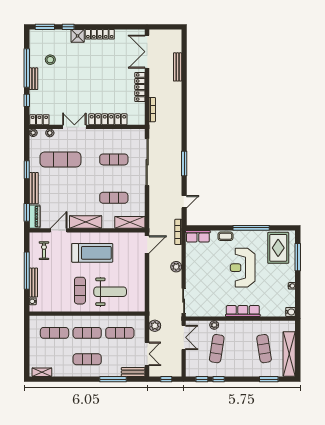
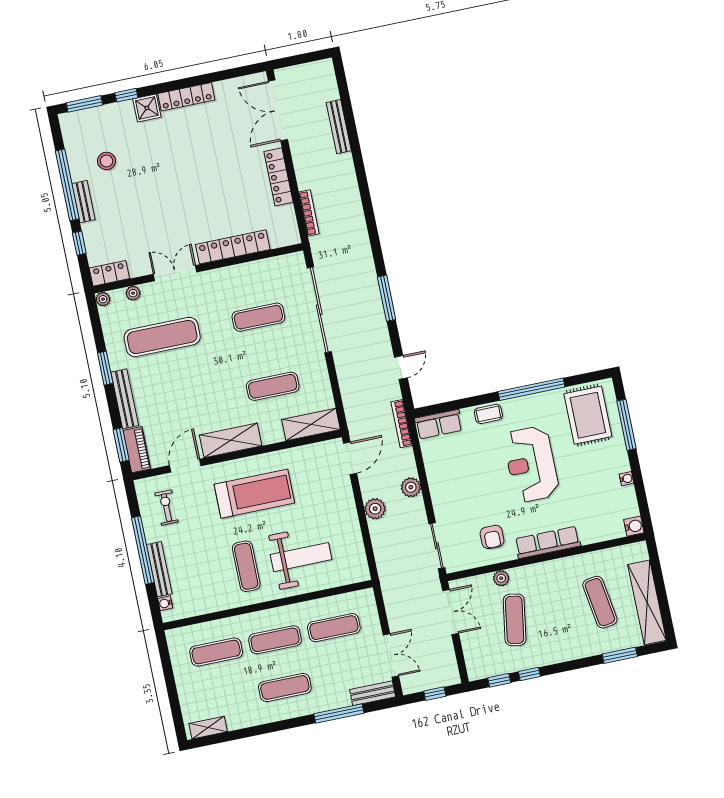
armchair: (214, 302) -> (492, 537), added
plant: (155, 326) -> (375, 509), moved

